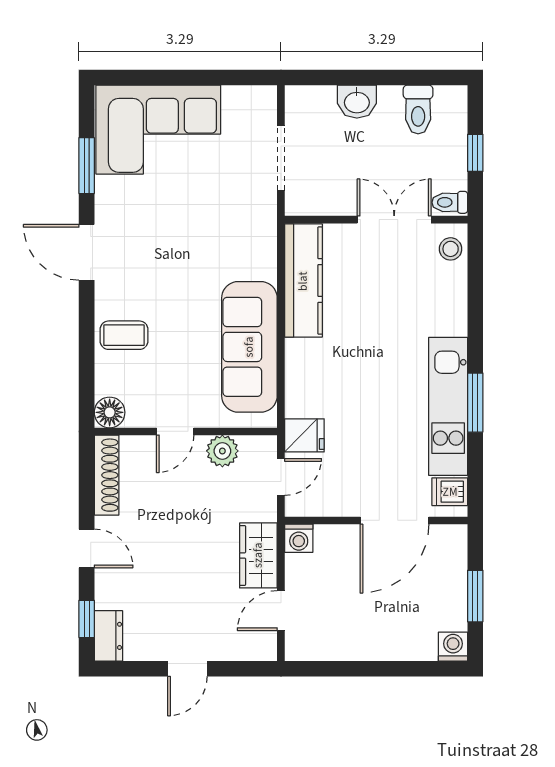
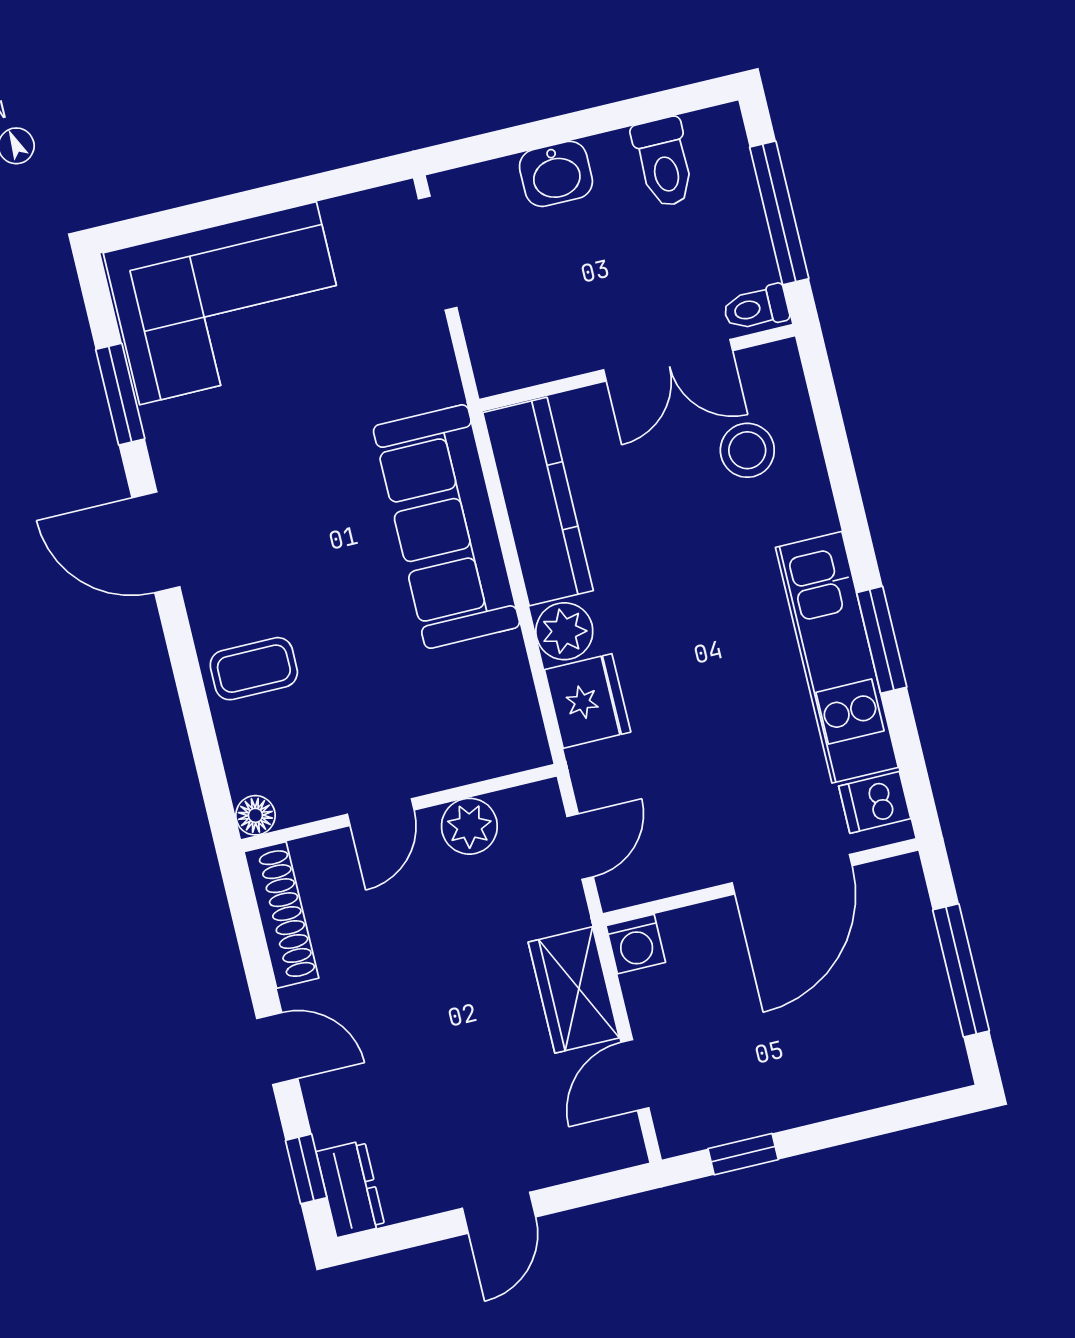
window: (475, 153) -> (779, 213), width x2.17
doorway: (281, 158) -> (438, 253), moved
double door: (394, 220) -> (668, 360), swing flipped
stool: (451, 249) -> (747, 450), moved, width x1.37, depth x1.37
sofa: (249, 347) -> (446, 527), moved
plant: (301, 356) -> (564, 631), added
floor lamp: (110, 412) -> (255, 815), width x0.73, depth x0.73
fridge: (304, 435) -> (588, 701), moved, width x1.38
window: (475, 596) -> (961, 970), width x1.44
washing machine: (453, 647) -> (944, 1066), removed
window: (330, 669) -> (743, 1154), added

